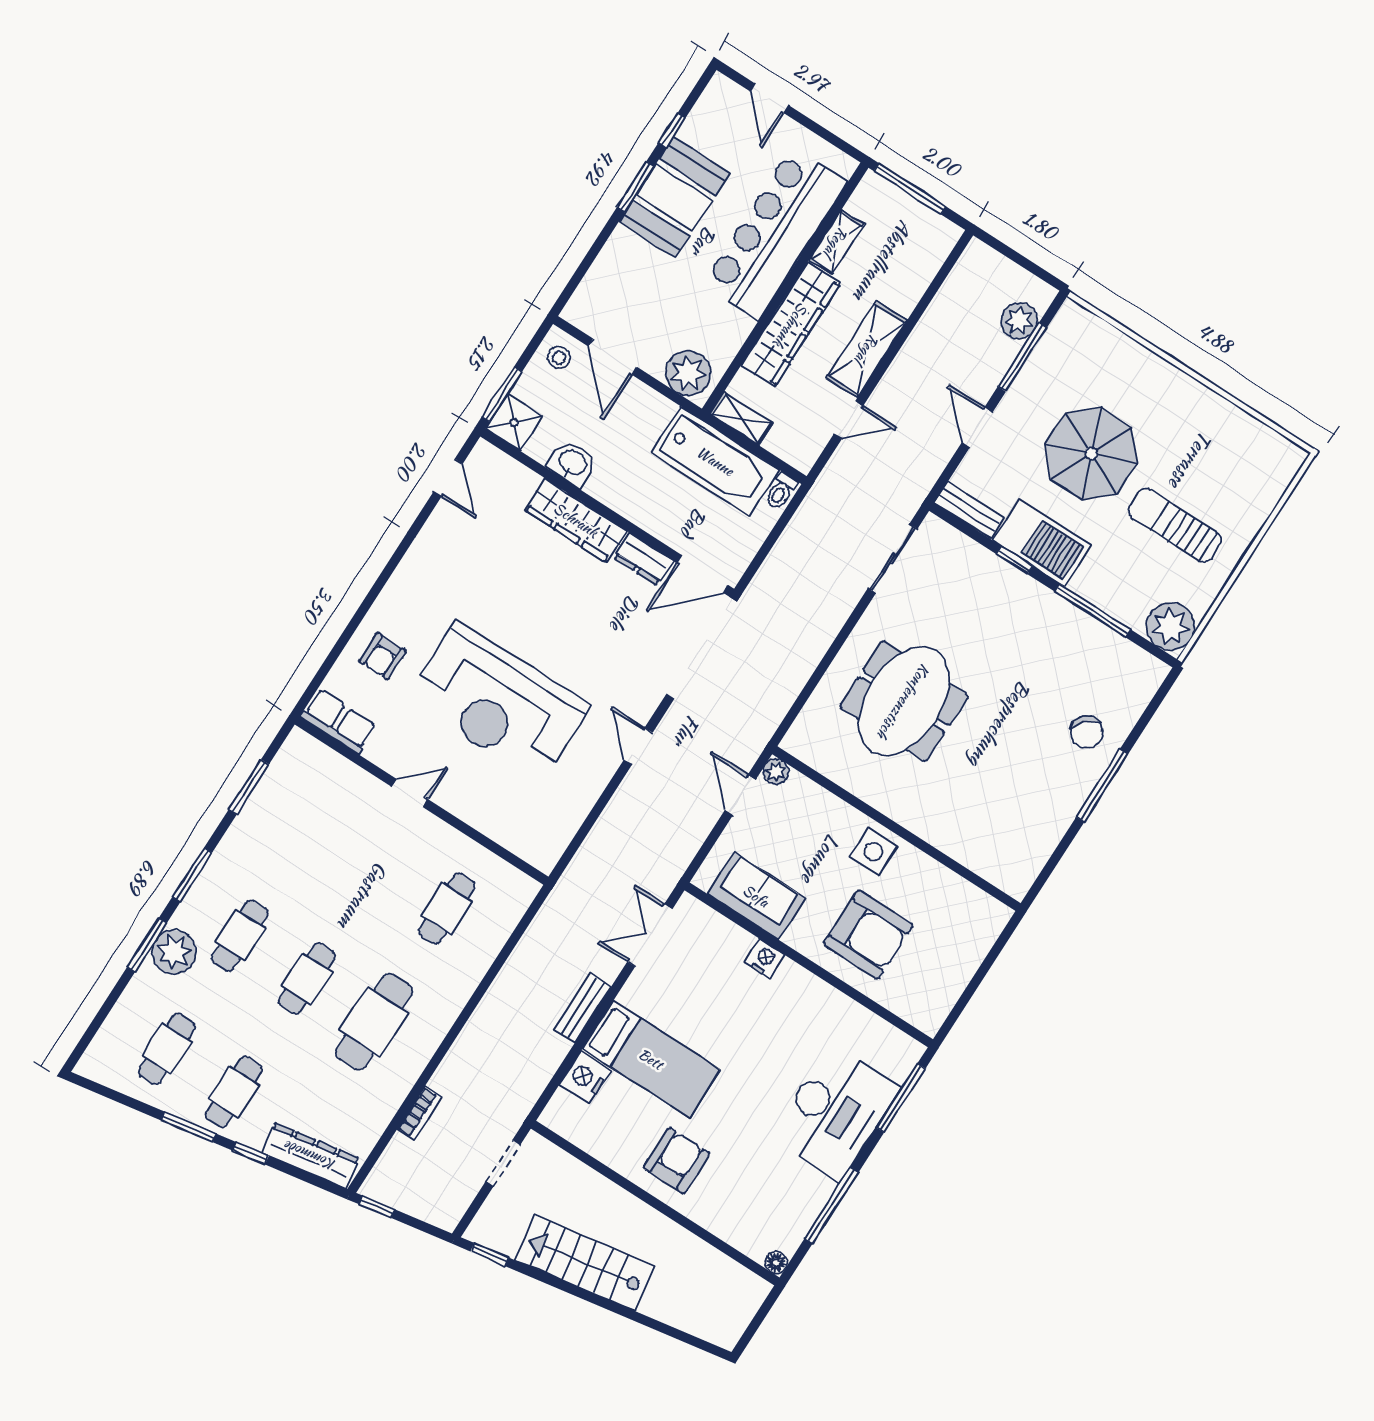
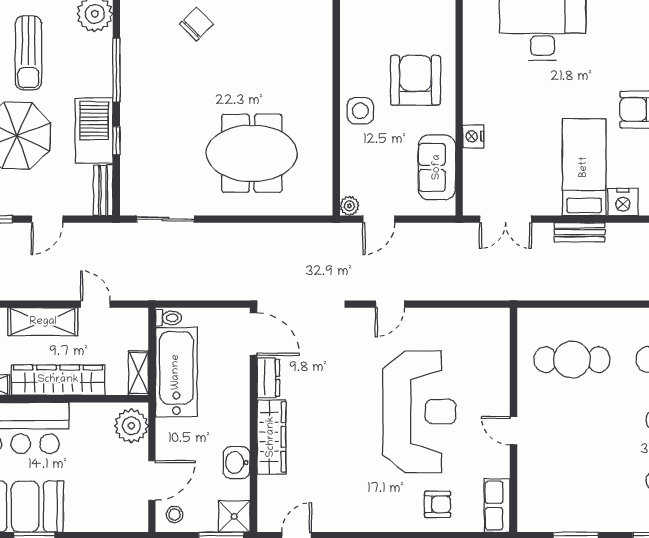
cafe table: (447, 908) -> (572, 360), width x1.37, depth x1.35

